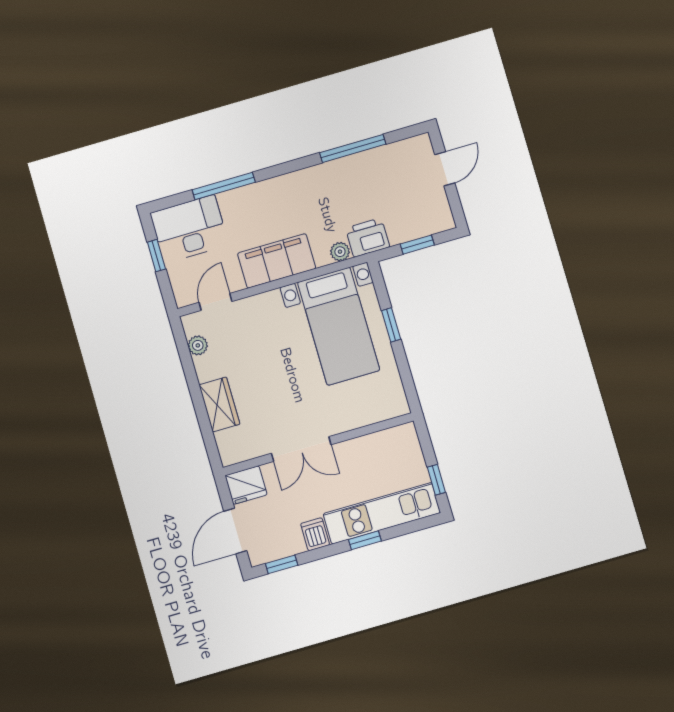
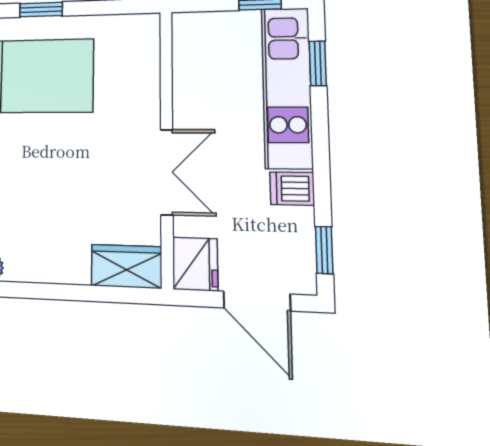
wardrobe: (219, 405) -> (126, 266), moved
window: (365, 540) -> (318, 63), moved

